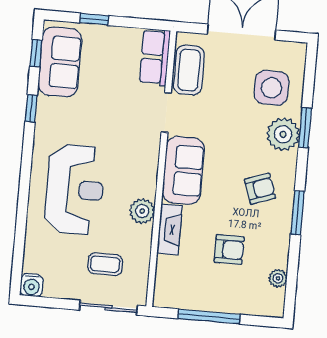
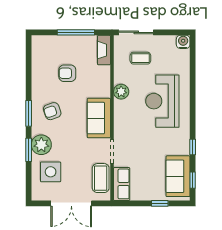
window: (298, 213) -> (29, 113), moved
fireplace: (169, 229) -> (104, 50), moved
plant: (278, 278) -> (37, 59), removed

